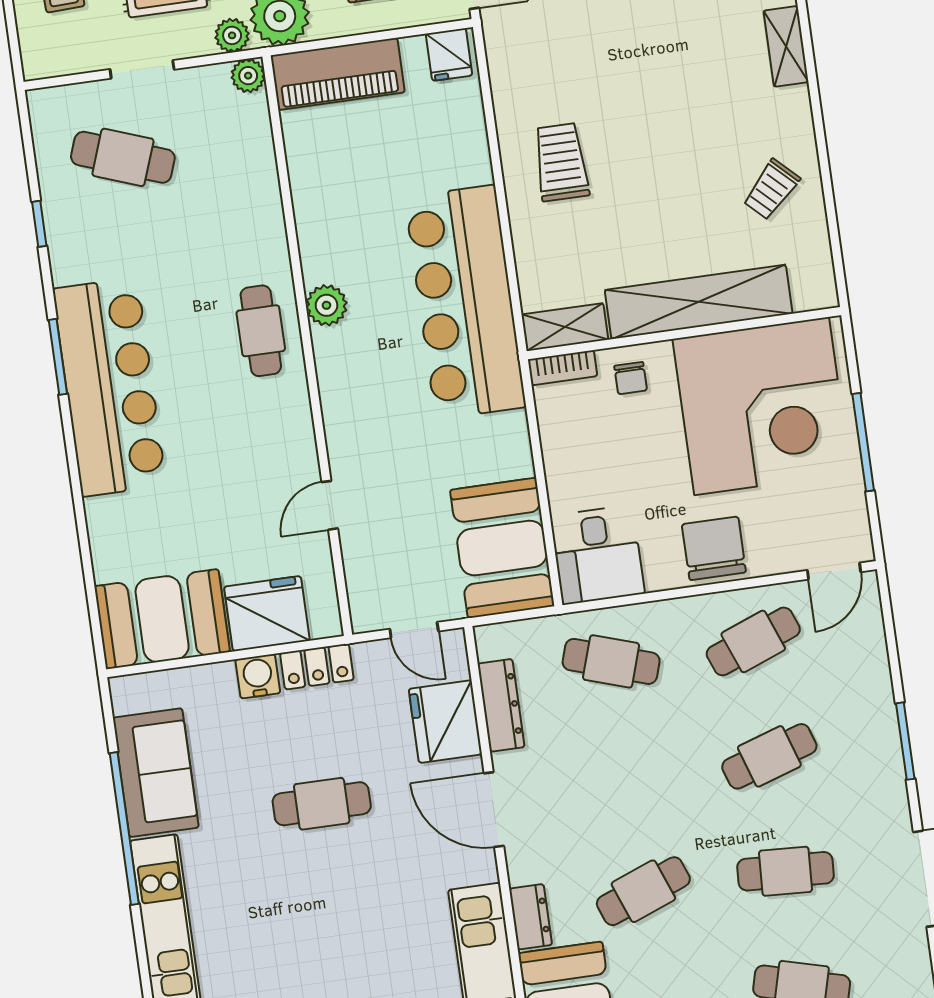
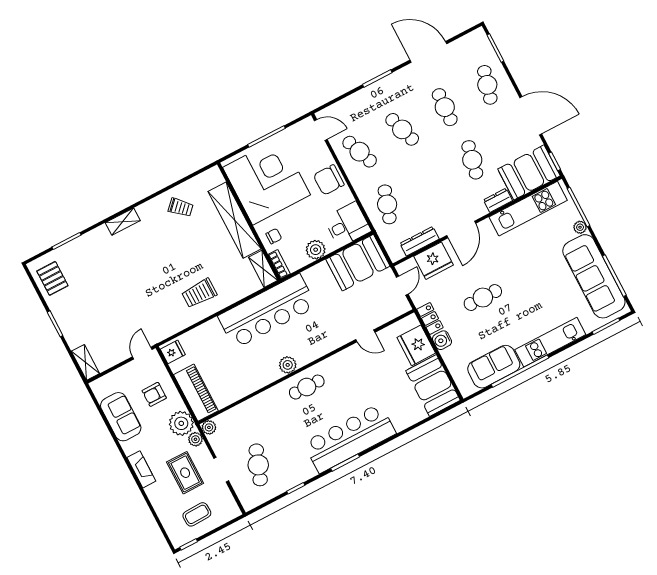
plant: (566, 462) -> (316, 250), added
cafe table: (322, 804) -> (483, 298), turned 90
cafe table: (643, 891) -> (472, 160), turned 33

